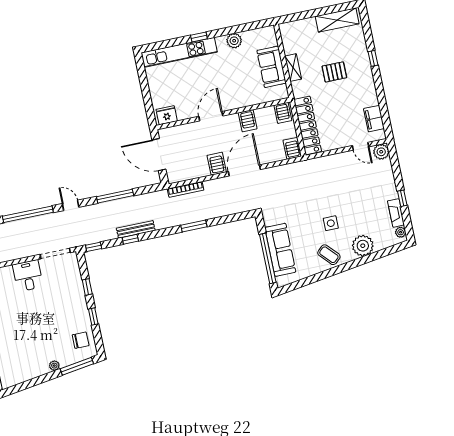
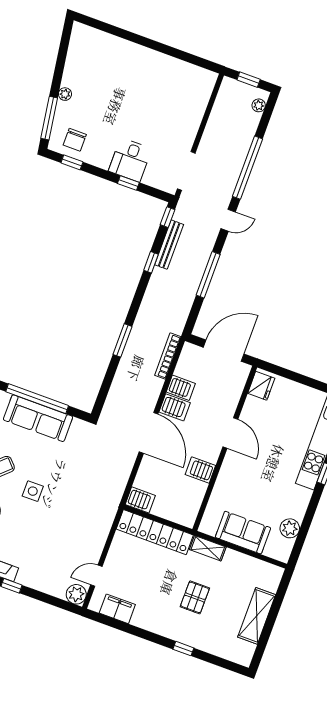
shelving: (337, 20) -> (257, 616), moved
plant: (234, 41) -> (290, 528), moved
shelving: (293, 68) -> (208, 548), moved
server rack: (283, 113) -> (181, 388), moved, turned 180
bench: (136, 229) -> (169, 245), moved
desk: (28, 276) -> (130, 160), moved, turned 90
window: (93, 317) -> (72, 162), moved

